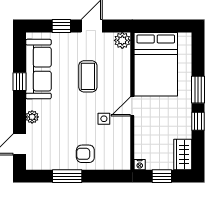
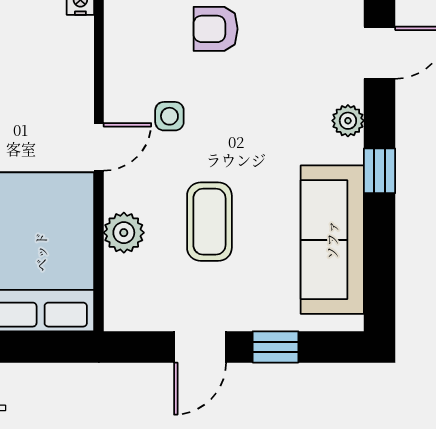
plant: (122, 40) -> (124, 233), moved
window: (19, 82) -> (379, 171), moved
armchair: (85, 154) -> (216, 29), turned 180

